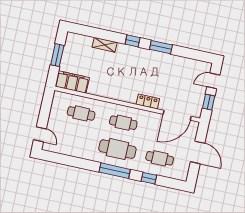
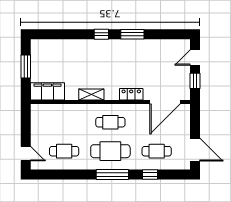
shelving: (105, 45) -> (91, 94), moved
cafe table: (81, 113) -> (64, 151), moved
door: (198, 152) -> (195, 150), moved

